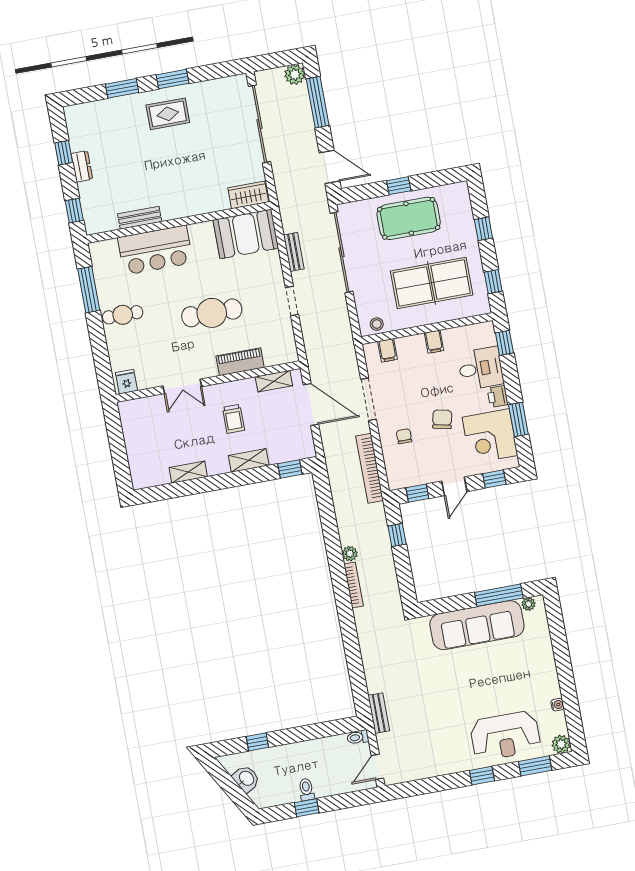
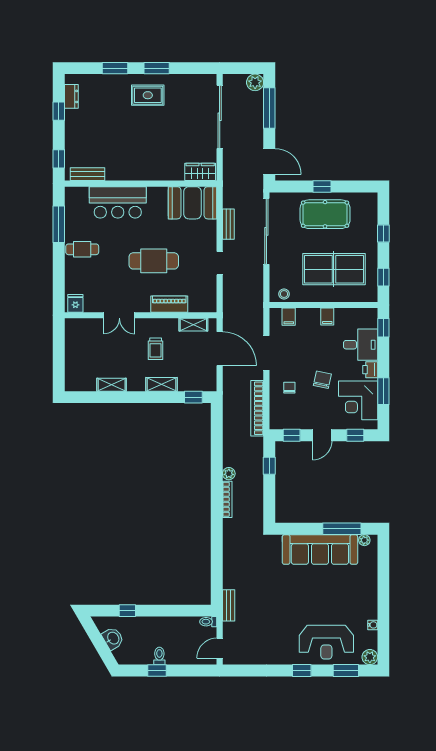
dresser: (82, 166) -> (71, 96), moved
bench: (140, 218) -> (87, 174), moved

